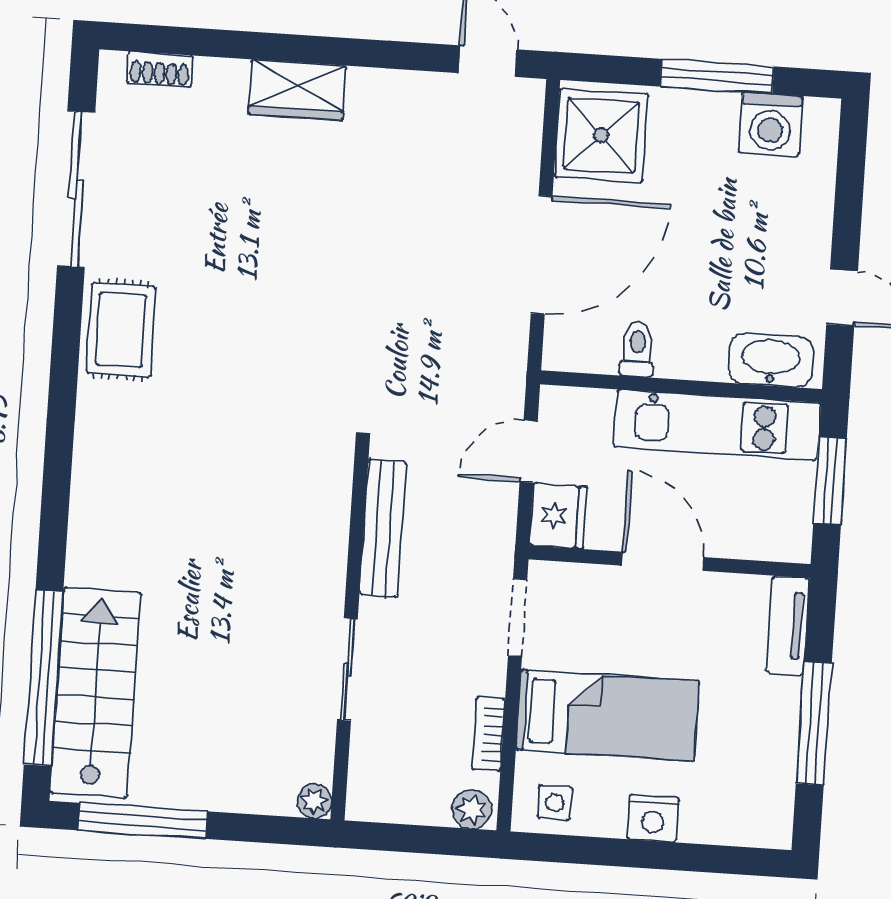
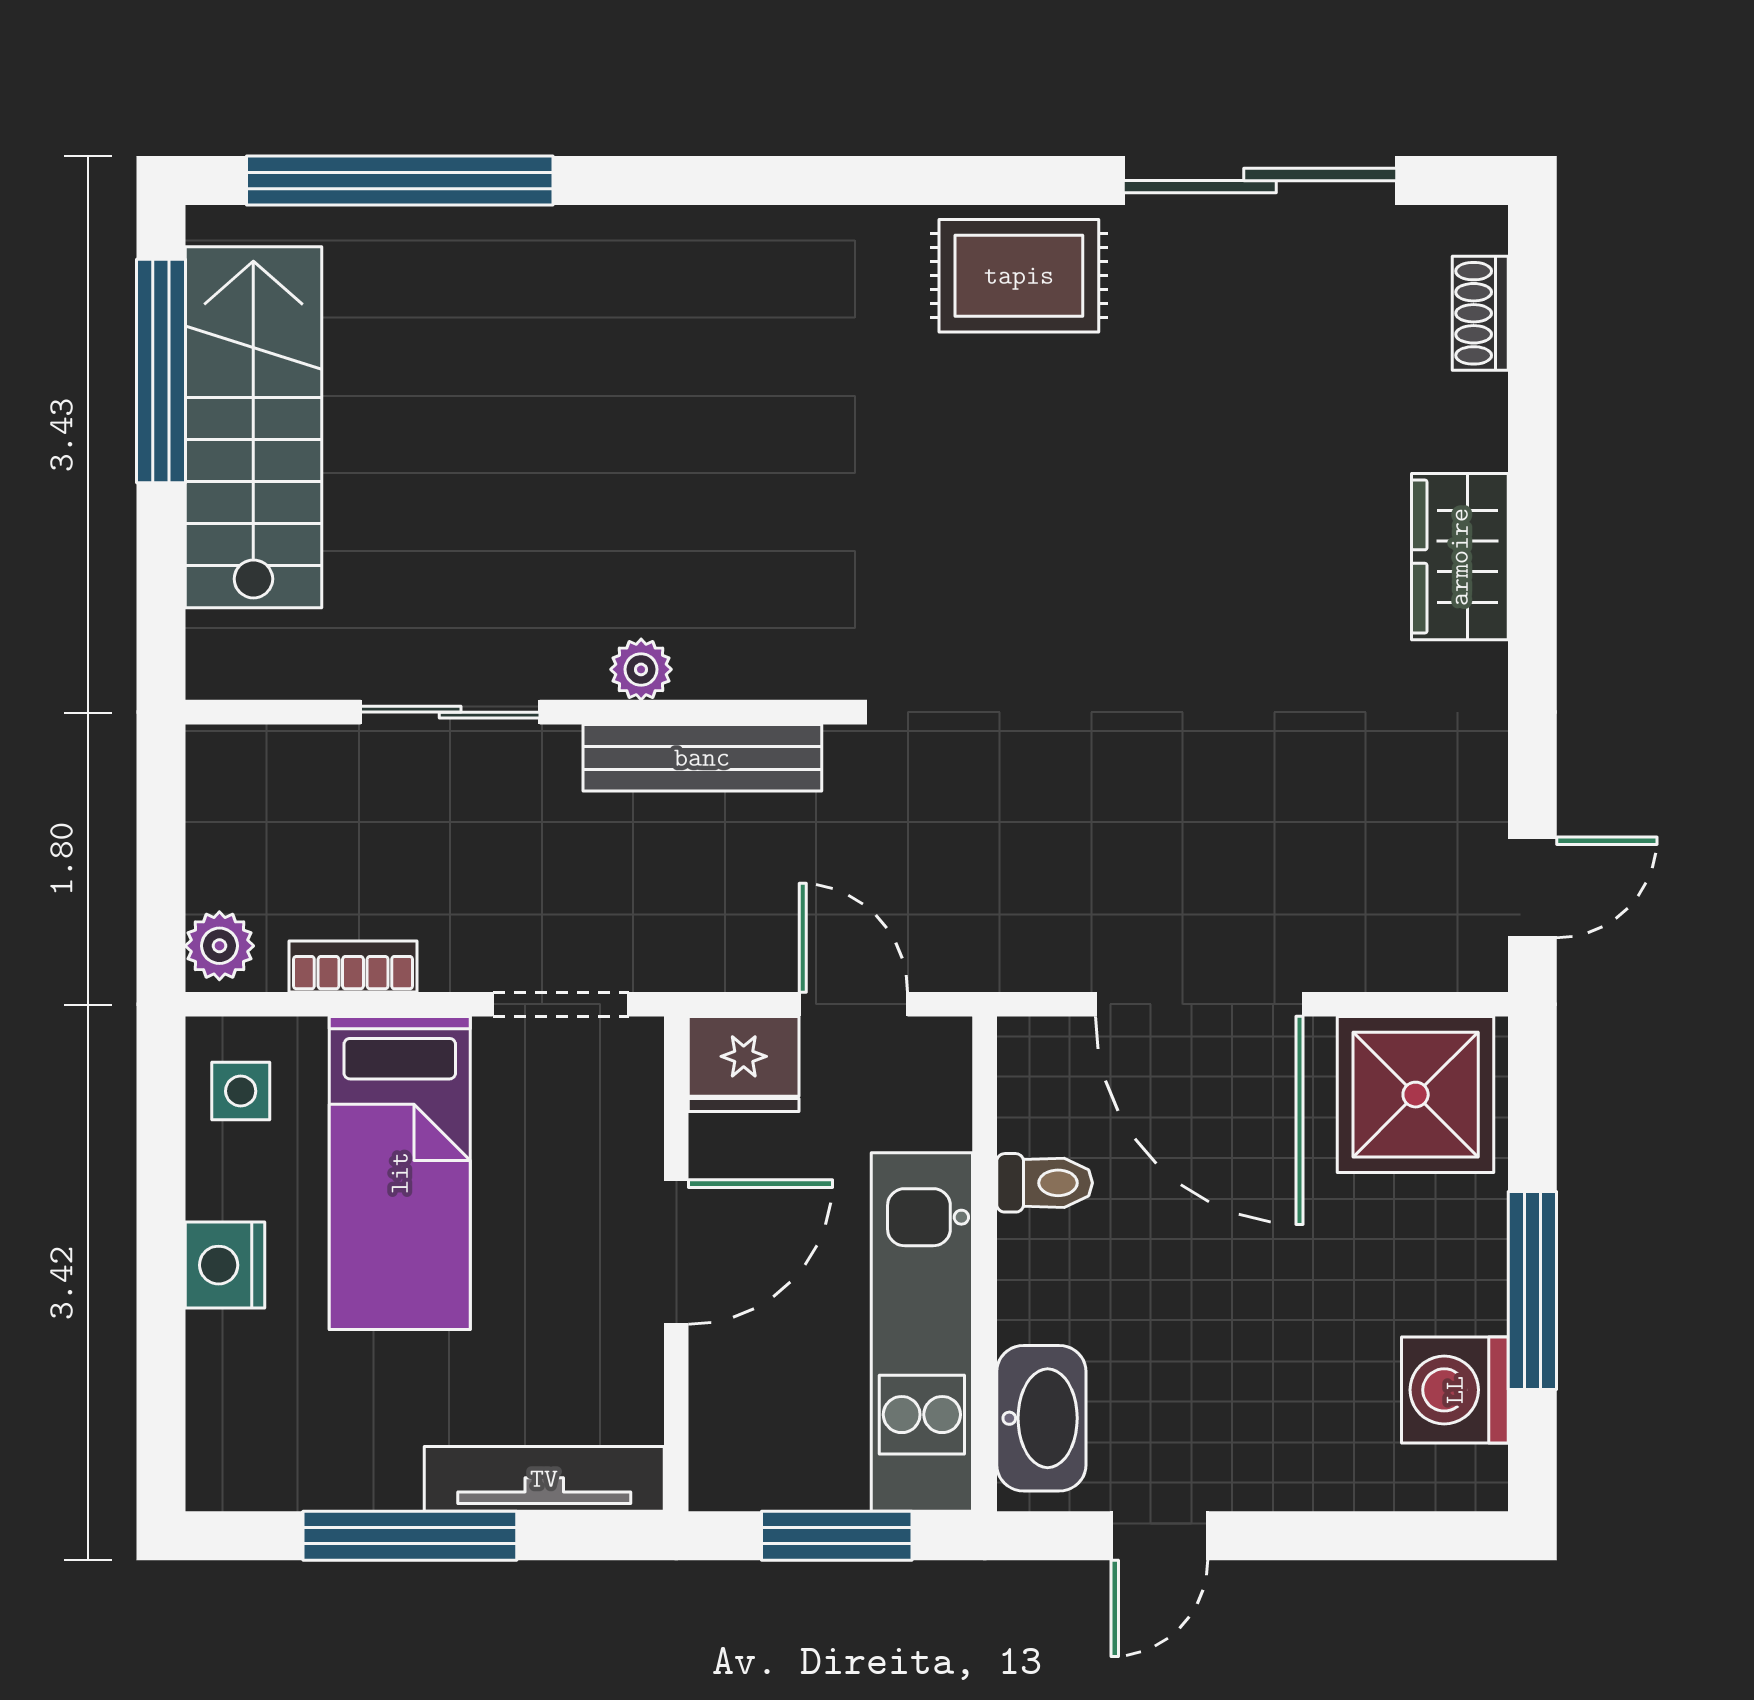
tv unit: (788, 625) -> (544, 1479), width x1.41
stairs: (95, 693) -> (253, 427), moved, turned -90
plant: (314, 801) -> (641, 669), moved

